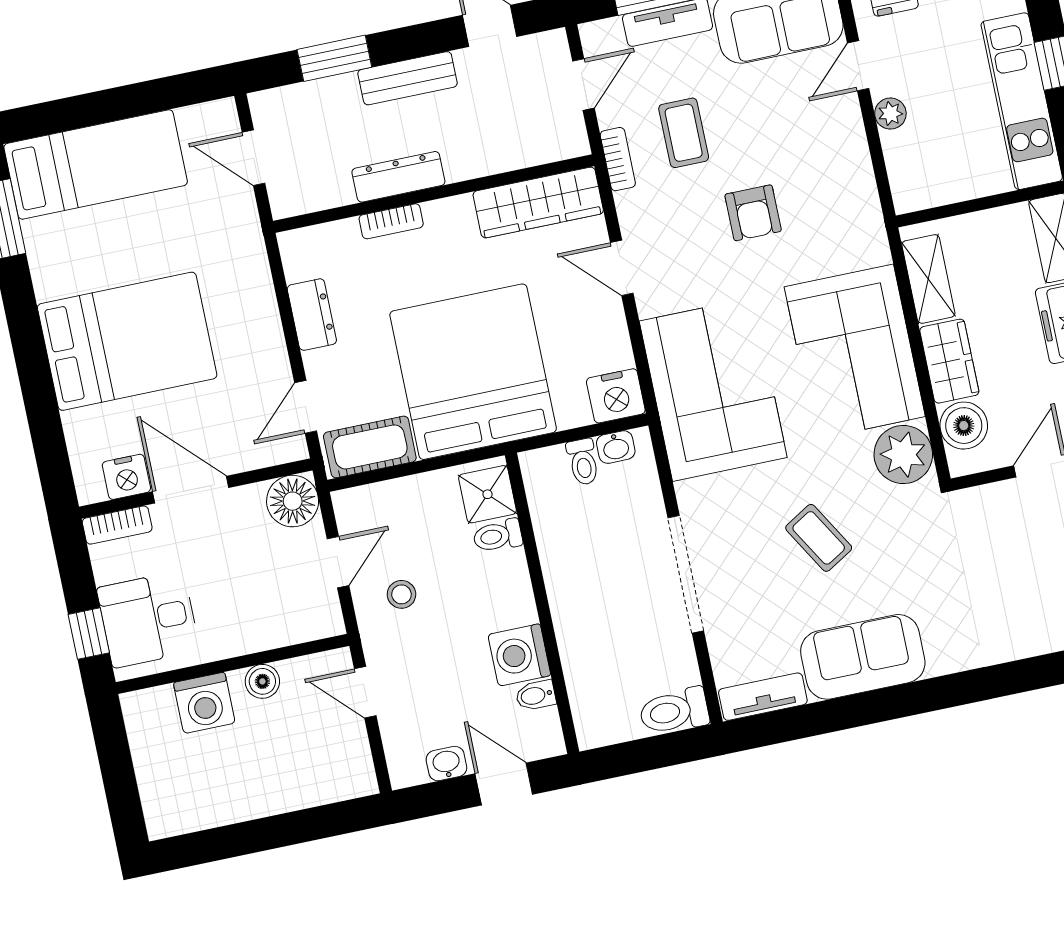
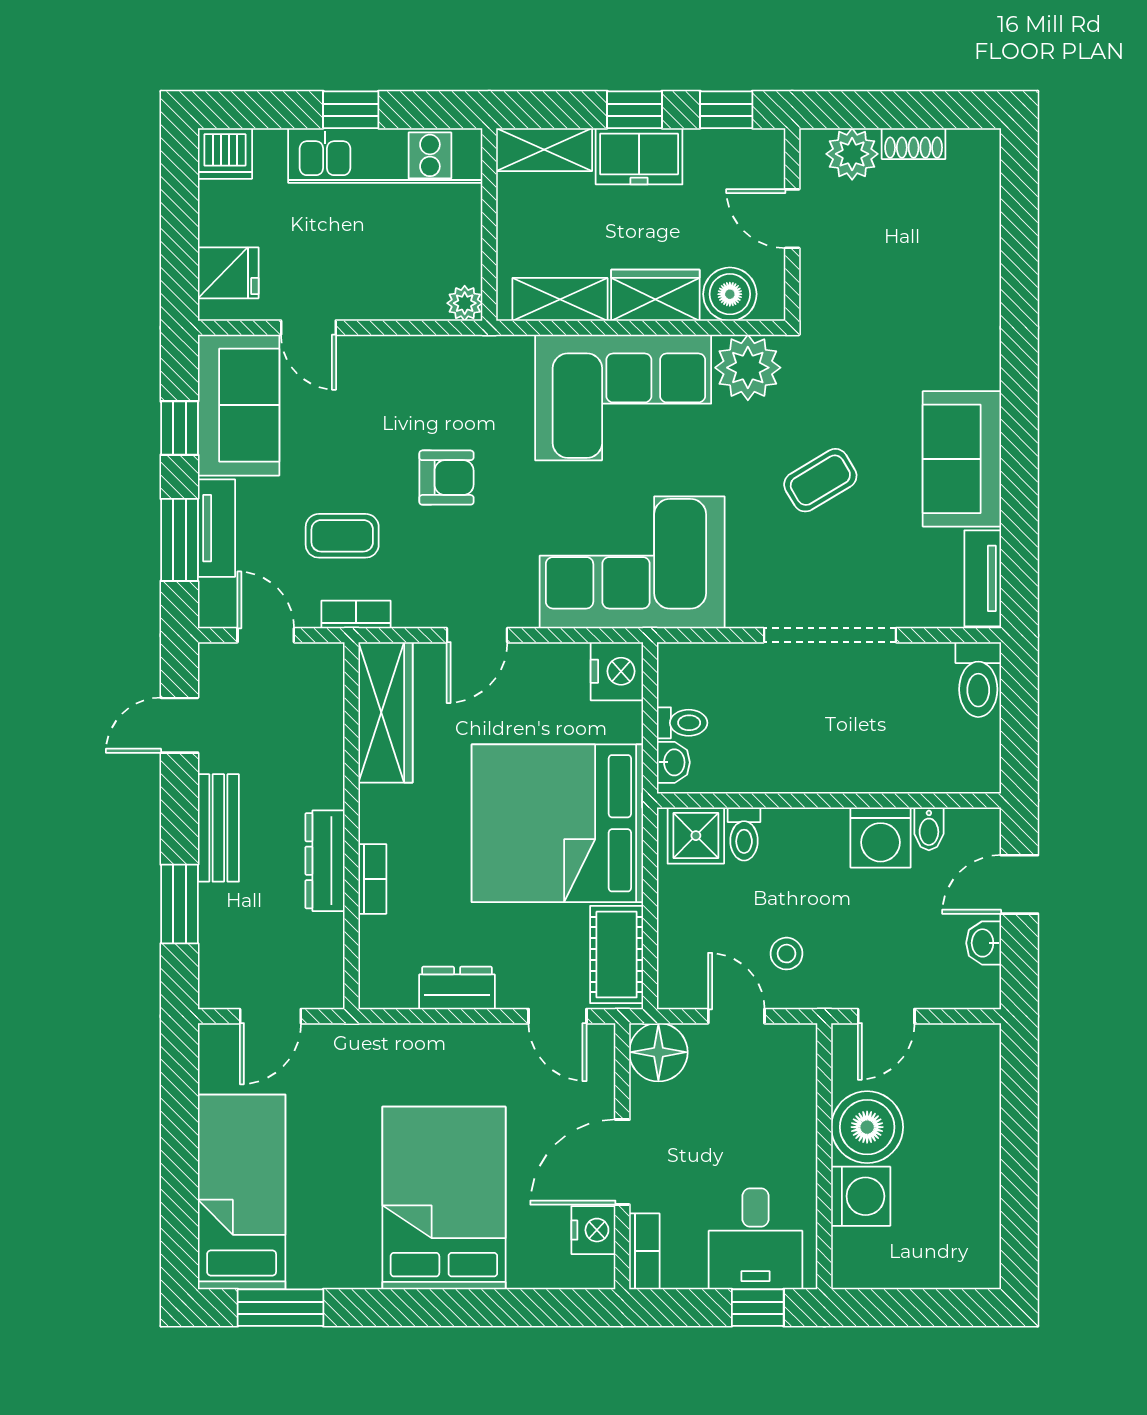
plant: (890, 114) -> (465, 303), moved
washbasin: (616, 447) -> (673, 762), moved
boiler: (262, 681) -> (867, 1127), width x1.86, depth x1.86

